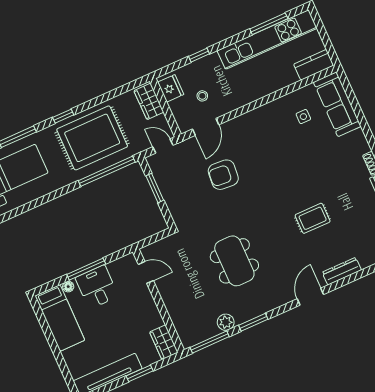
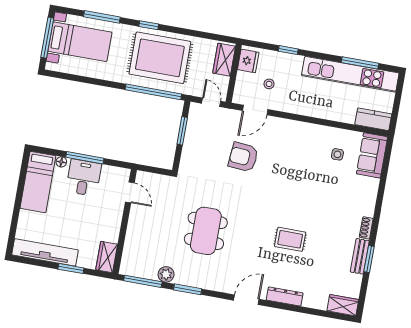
sofa: (337, 104) -> (372, 155), width x0.73

